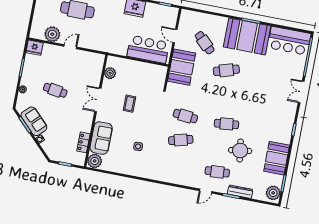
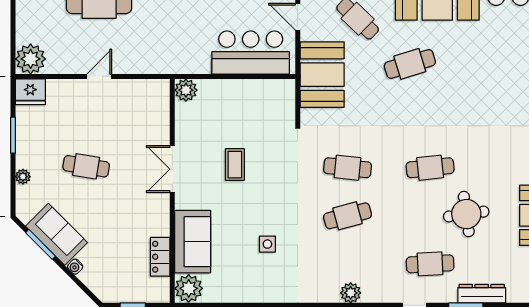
plant: (52, 34) -> (31, 59), moved
plant: (110, 73) -> (186, 90), moved
plant: (175, 179) -> (351, 293), added

